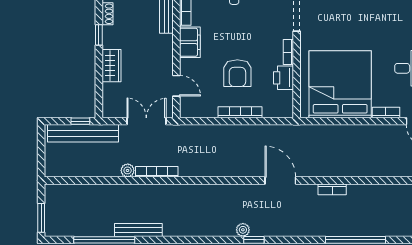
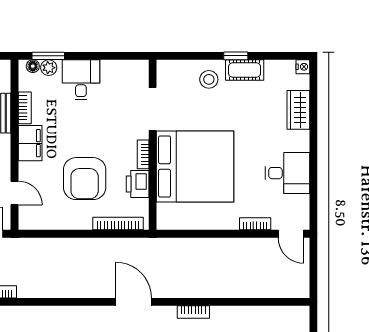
armchair: (237, 73) -> (85, 179), width x1.36, depth x1.36
bed: (340, 84) -> (195, 167), moved, turned 90
bookcase: (240, 112) -> (118, 224), moved

